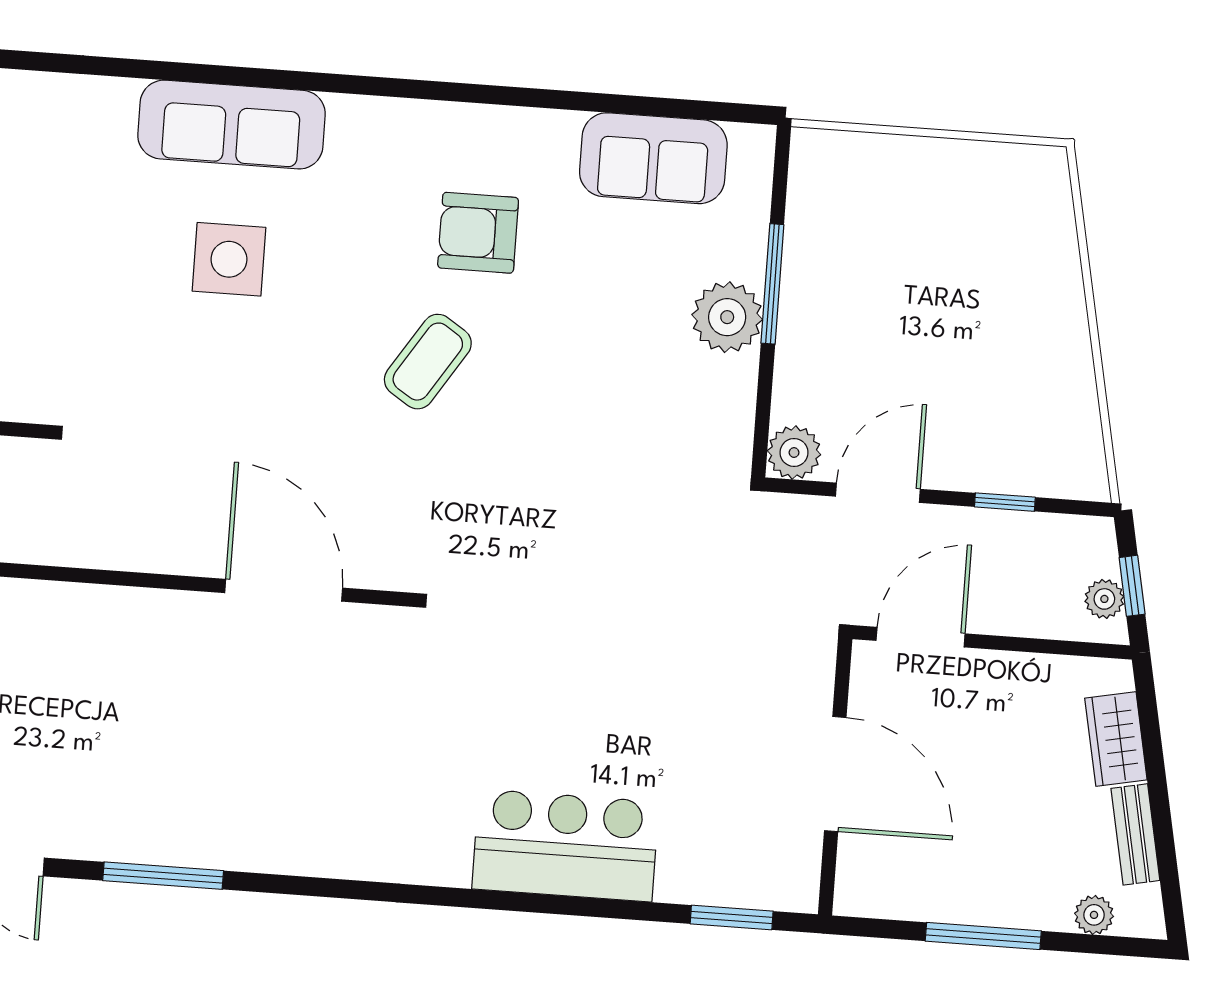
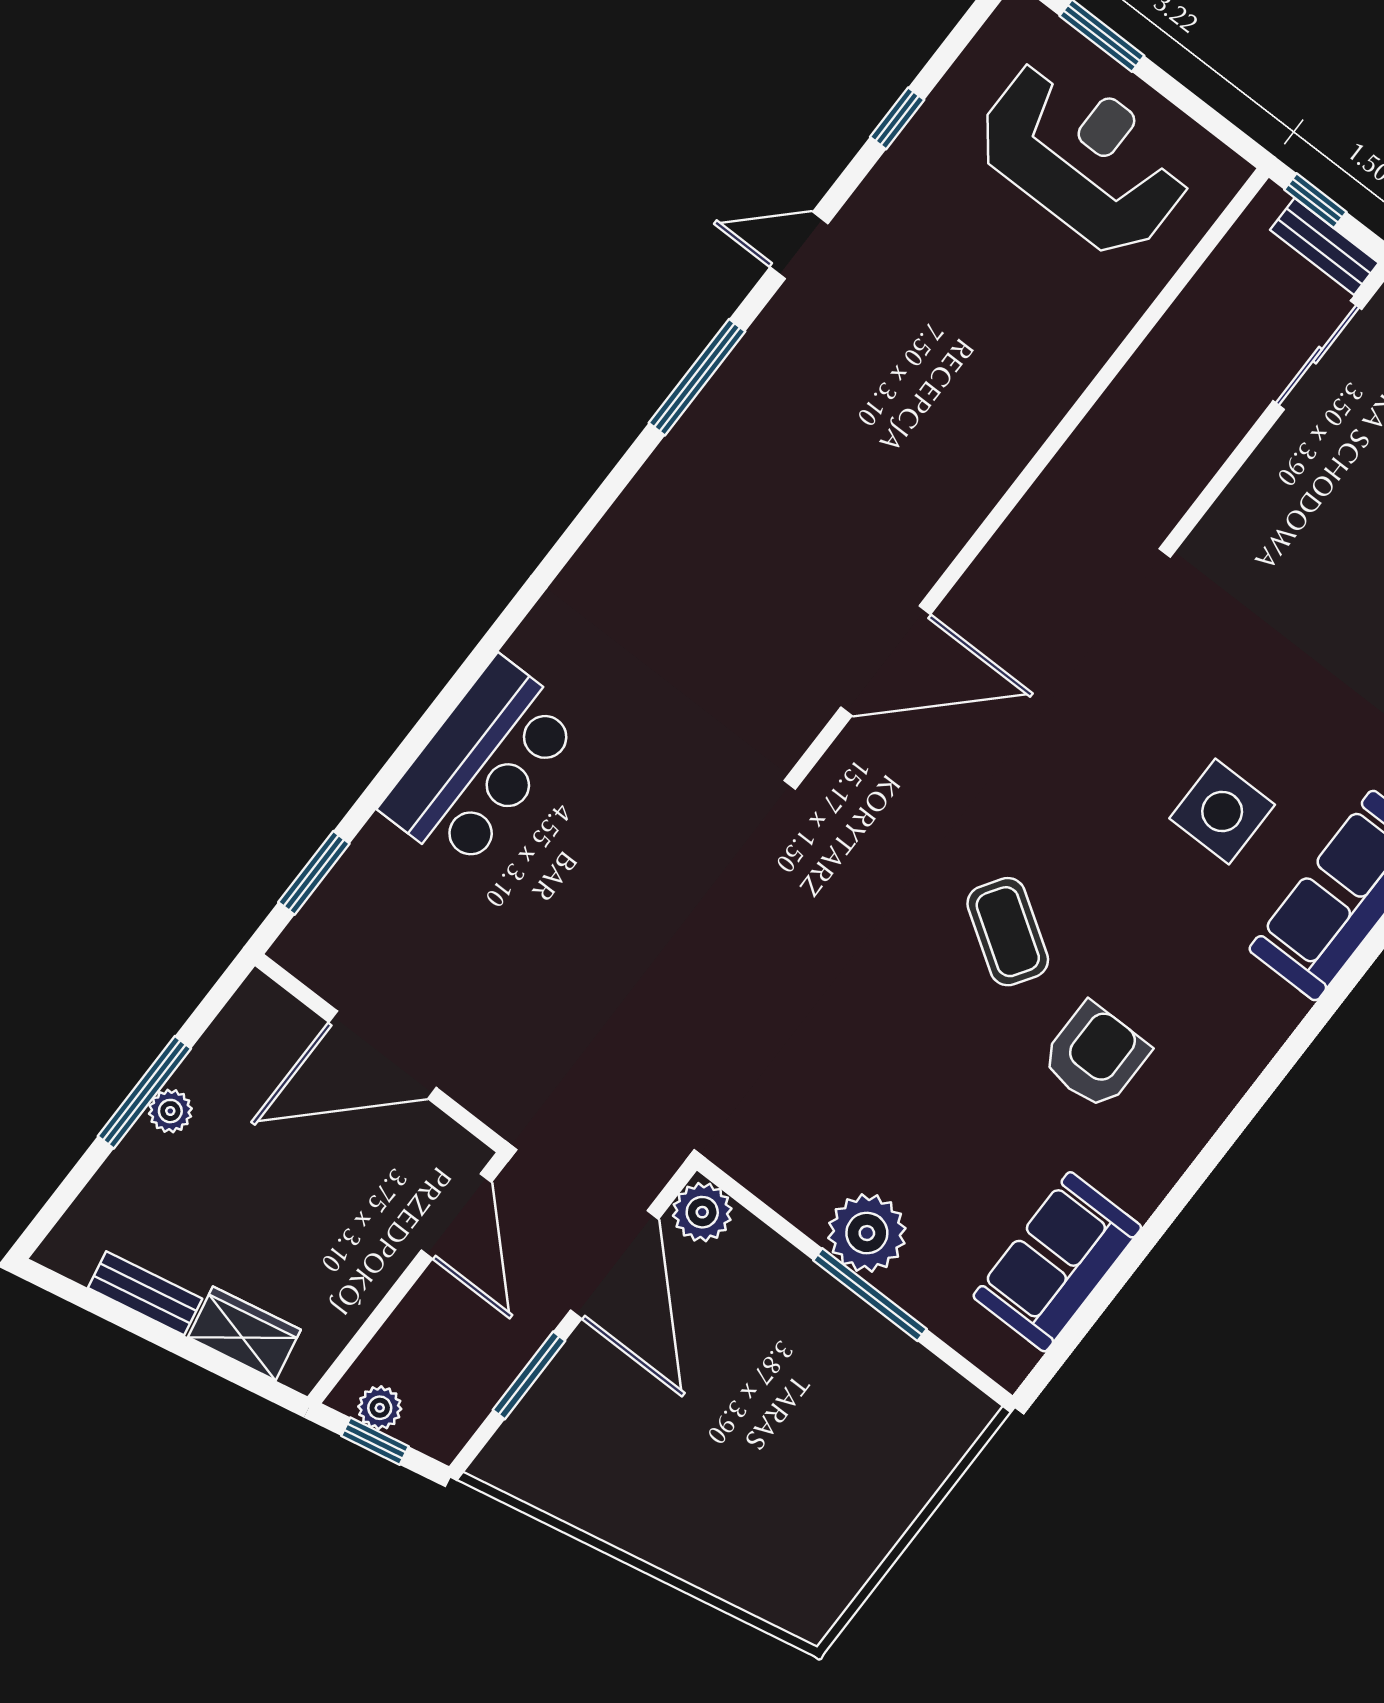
door: (878, 493) -> (615, 1265), width x1.36
window: (1005, 502) -> (529, 1375), width x1.50
plant: (1094, 915) -> (170, 1111), moved

